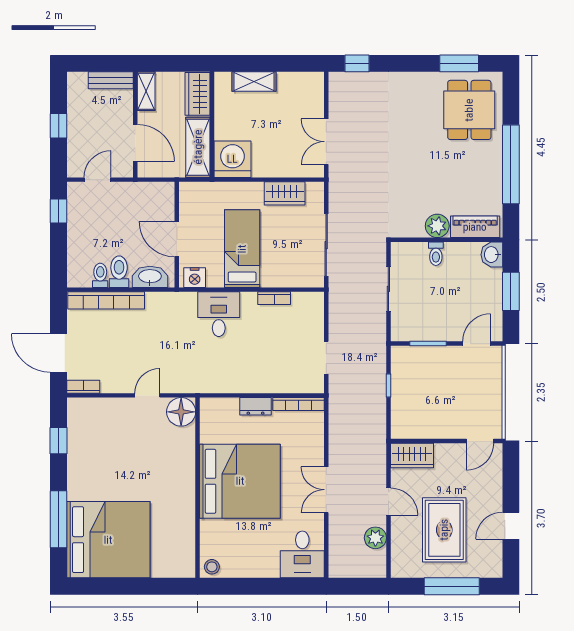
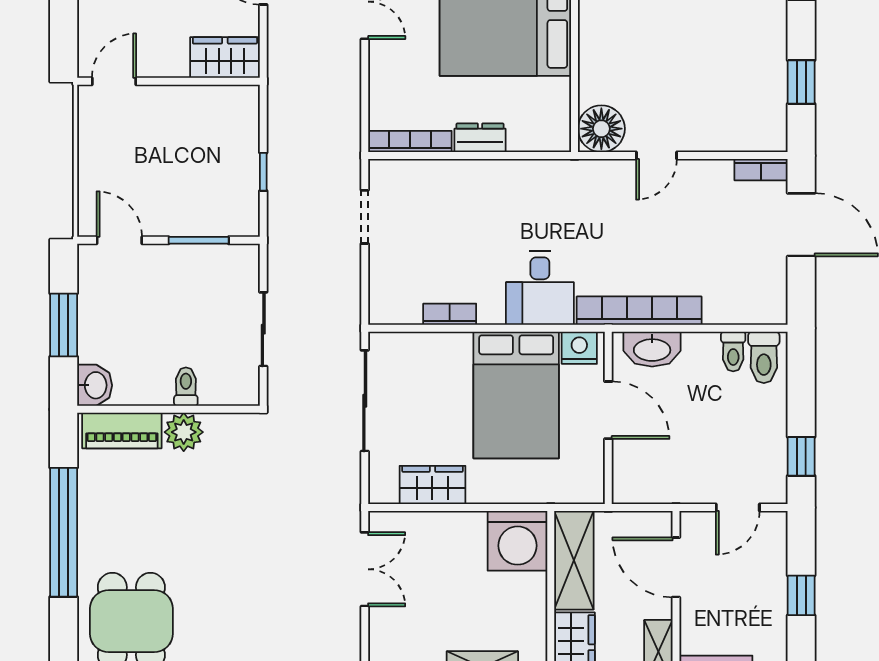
bed: (242, 249) -> (516, 395), width x1.50
toilet: (119, 272) -> (764, 357), moved
bookcase: (106, 300) -> (639, 311), moved
door: (477, 344) -> (119, 240), swing flipped

